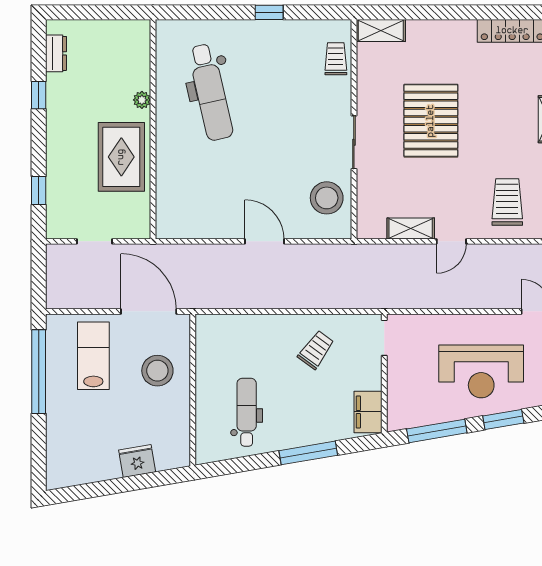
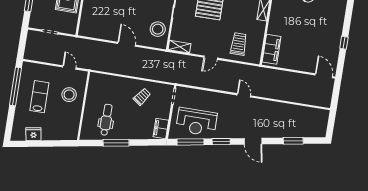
shelving: (411, 228) -> (179, 47), moved
door: (149, 311) -> (69, 67), width x0.53
lab bench: (93, 356) -> (39, 97), moved
reception desk: (481, 371) -> (197, 122), moved
window: (308, 453) -> (116, 143), moved
fridge: (137, 461) -> (33, 134), moved

